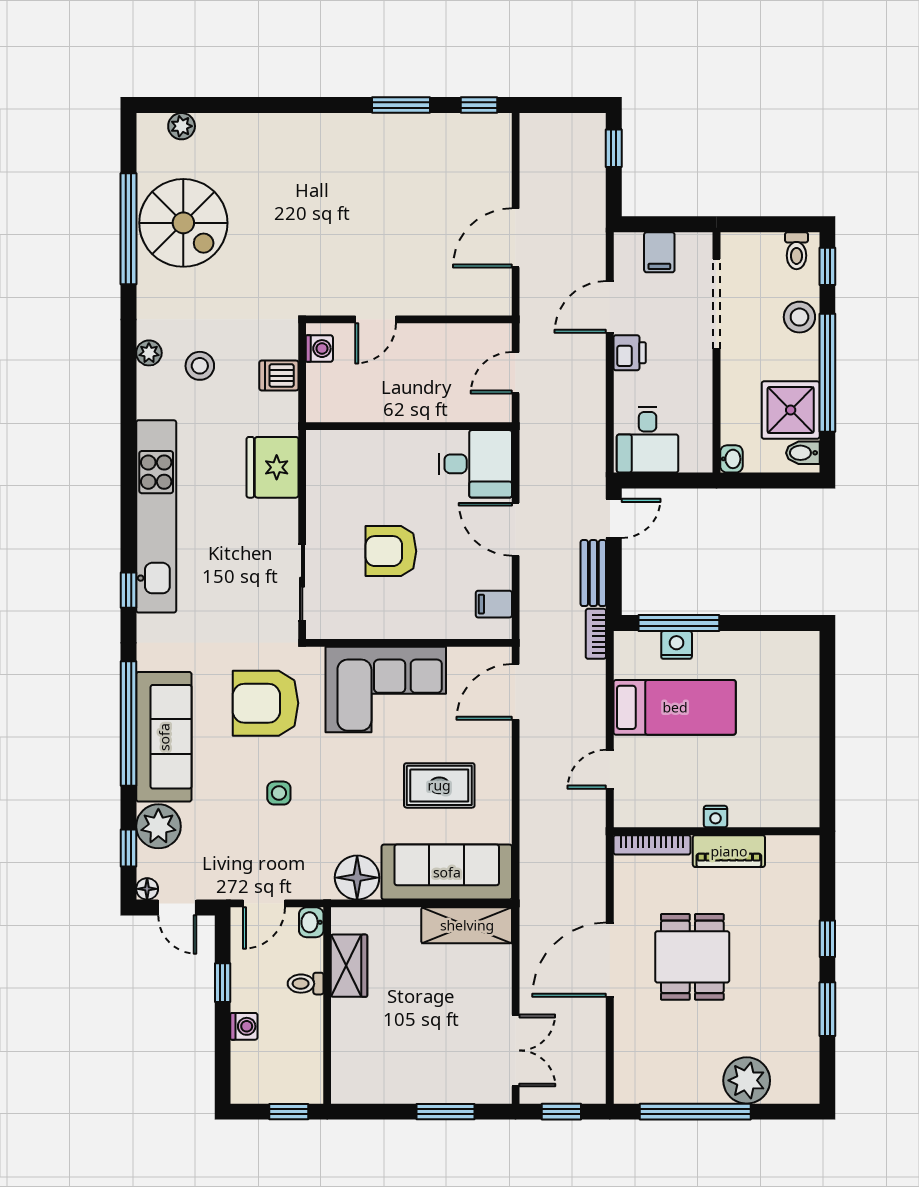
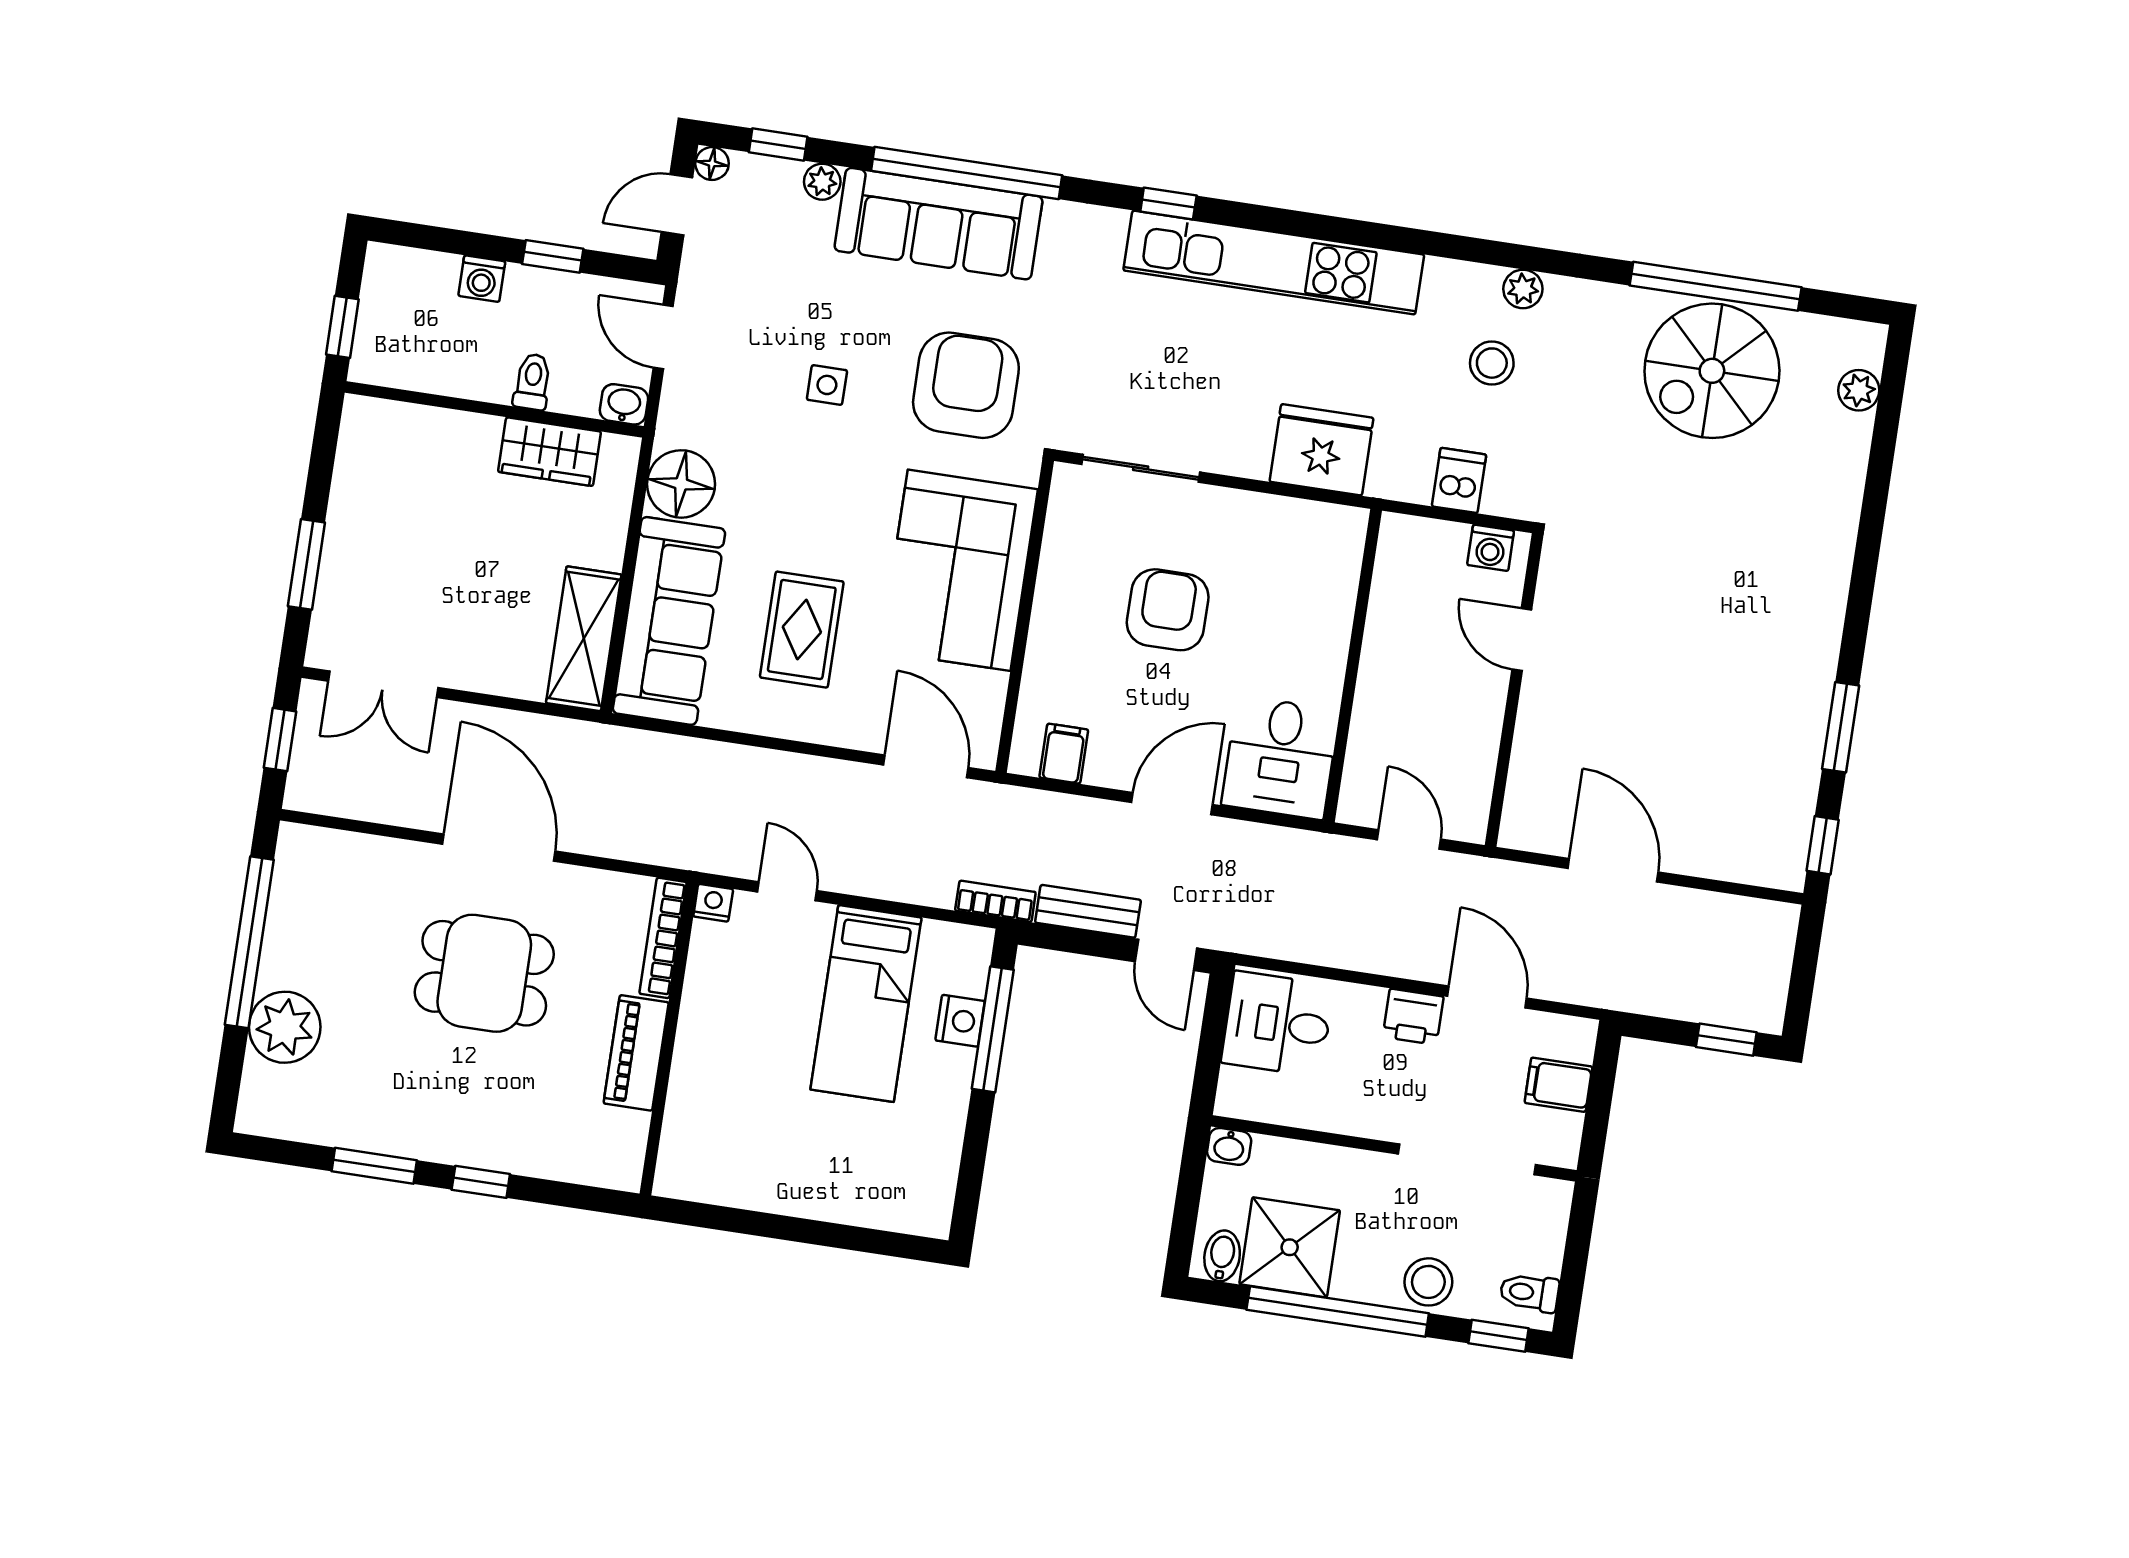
nightstand: (715, 817) -> (713, 903), moved, turned 90
plant: (158, 826) -> (822, 182), width x0.53, depth x0.53

